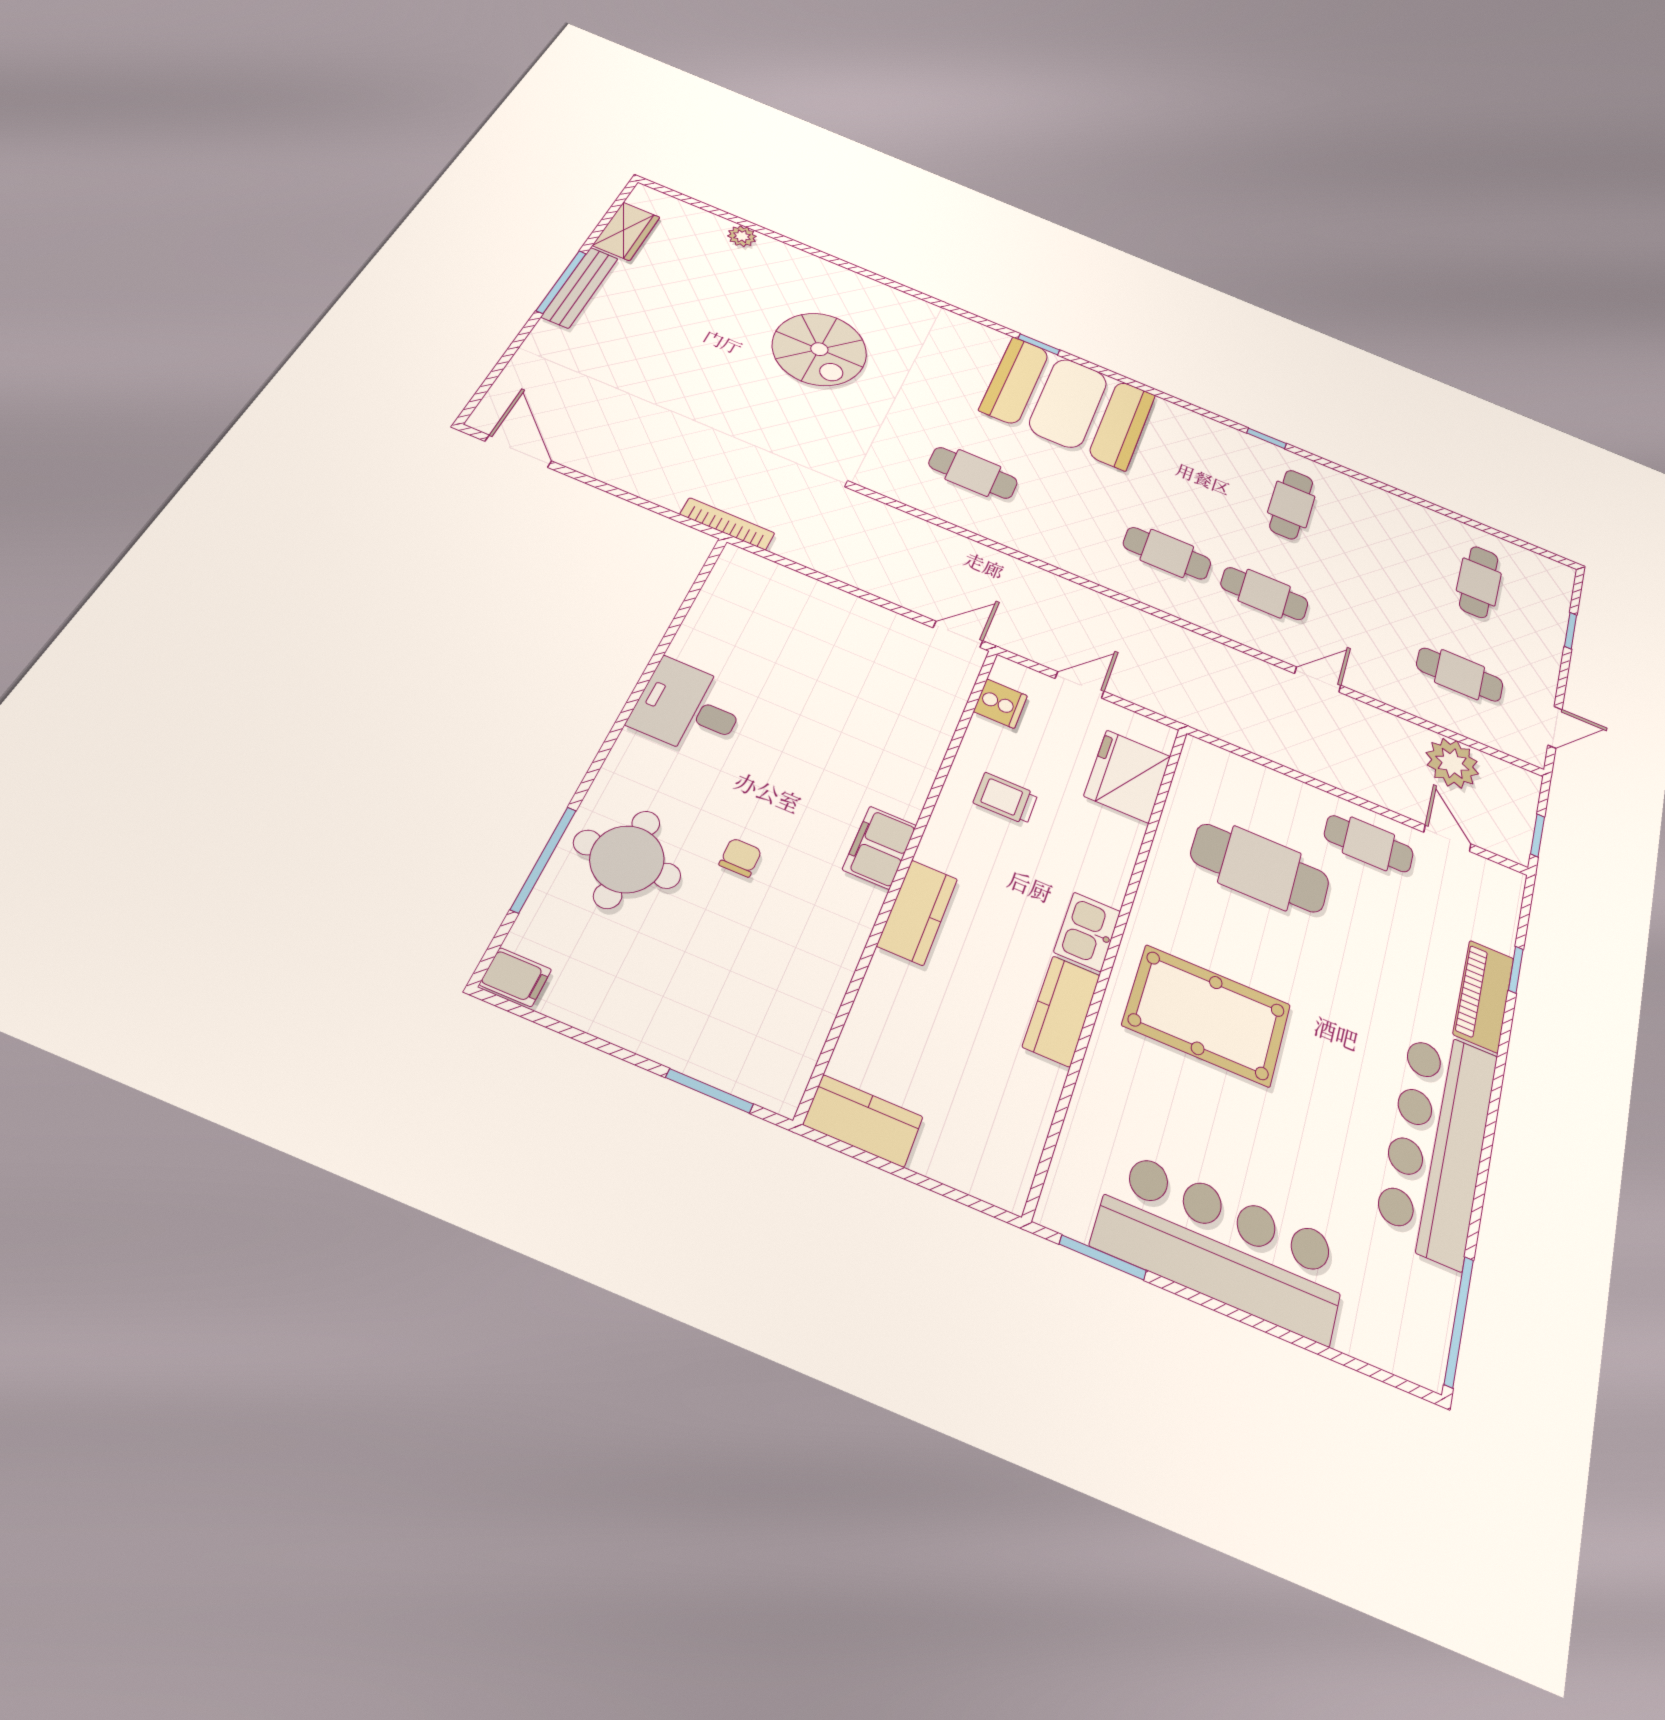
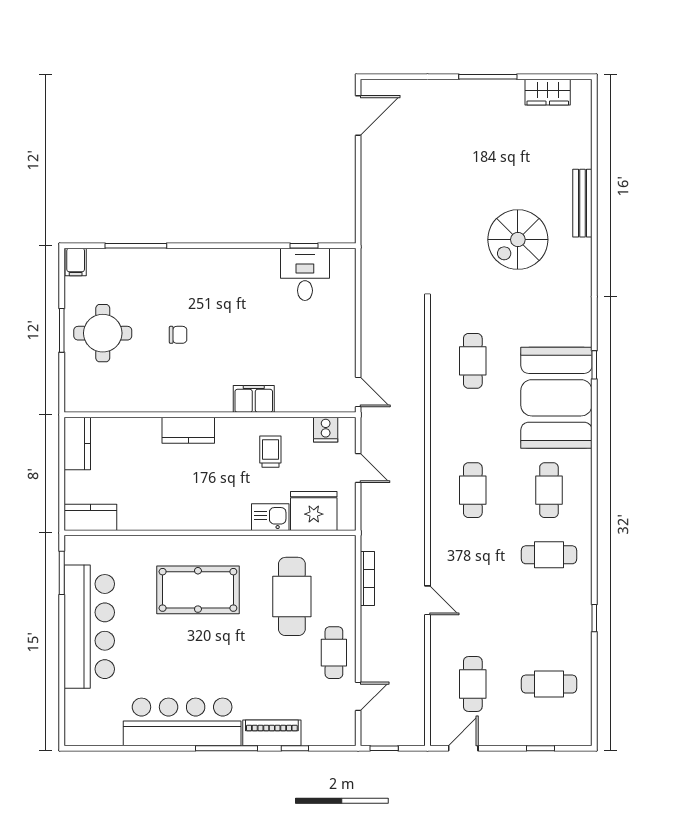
plant: (742, 236) -> (582, 158), removed
bench: (580, 287) -> (582, 203), moved, turned 90
window: (1266, 438) -> (594, 618), moved
bookcase: (727, 524) -> (367, 579), moved
cafe table: (1264, 594) -> (549, 490), moved
window: (685, 608) -> (304, 246), added
desk: (689, 708) -> (305, 274), moved
door: (1555, 727) -> (463, 748), swing flipped
plant: (1452, 763) -> (408, 690), removed
filing cabinet: (880, 847) -> (254, 399), moved
round table: (627, 859) -> (103, 333), moved
kitchen sink: (1087, 932) -> (270, 517), moved
kitchen counter: (1061, 1011) -> (90, 517), moved
pool table: (1207, 1015) -> (198, 590), turned 90
window: (709, 1091) -> (62, 330), moved
window: (1459, 1321) -> (226, 748), moved

